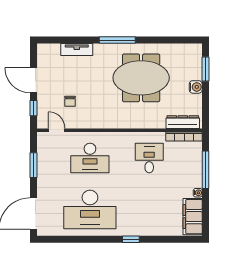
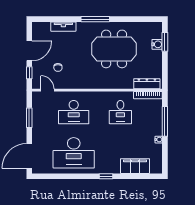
door: (34, 80) -> (29, 51), swing flipped
water cooler: (196, 87) -> (157, 44), moved
desk: (149, 158) -> (120, 112), turned 180
filing cabinet: (193, 217) -> (135, 166), moved, turned 90

